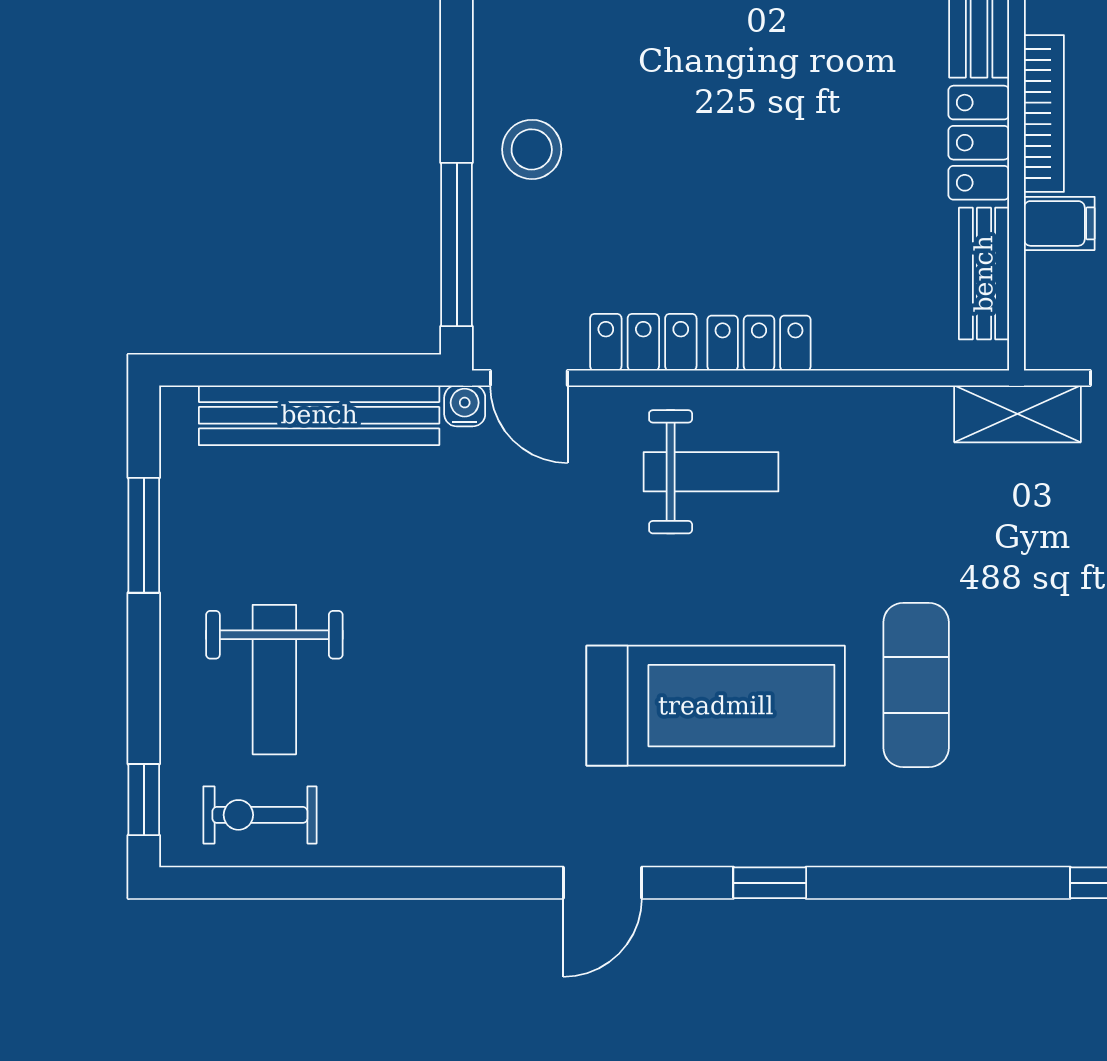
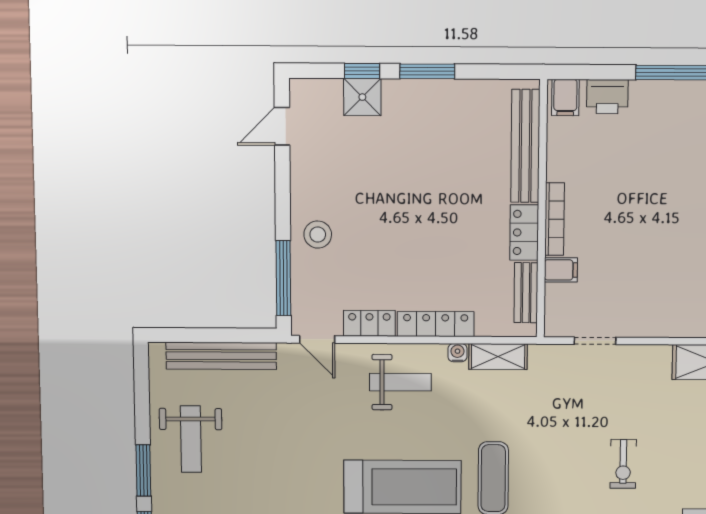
locker: (759, 343) -> (436, 324), width x1.53
water cooler: (465, 406) -> (457, 353), moved
shelving: (1018, 414) -> (498, 357), moved
window: (144, 535) -> (143, 470), moved
weight bench: (274, 680) -> (191, 439), moved

